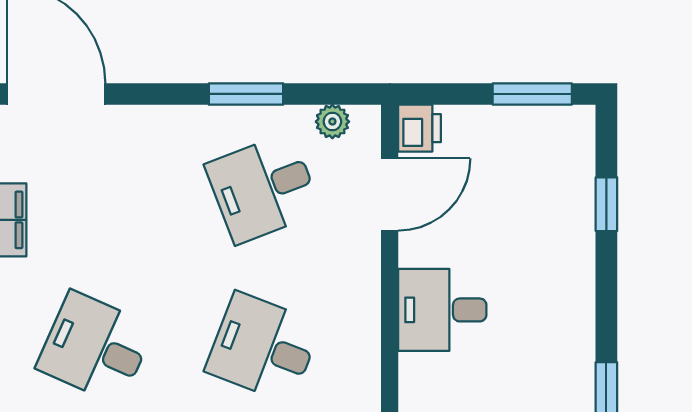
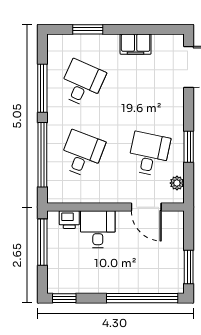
printer: (420, 128) -> (69, 220), moved
desk: (263, 188) -> (149, 154), turned 33
window: (606, 204) -> (142, 298), width x3.17

